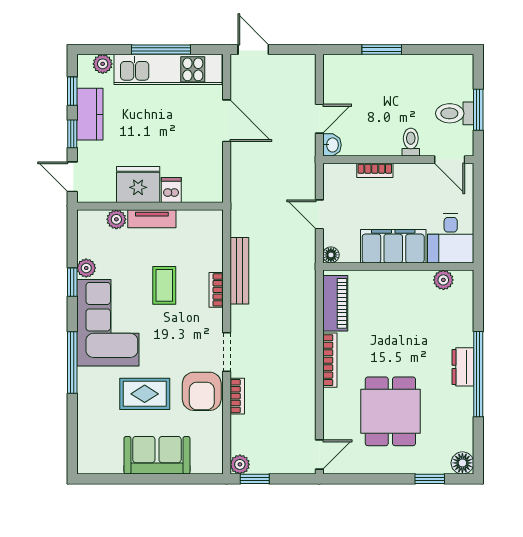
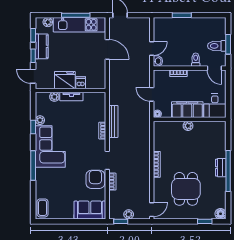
plant: (443, 280) -> (188, 126), moved
coffee table: (164, 285) -> (43, 208), moved
piano: (335, 303) -> (159, 137), removed
armchair: (202, 391) -> (95, 179), turned 180
rug: (145, 394) -> (68, 181), removed
sofa: (157, 455) -> (90, 210), moved
plant: (240, 464) -> (129, 214), moved

